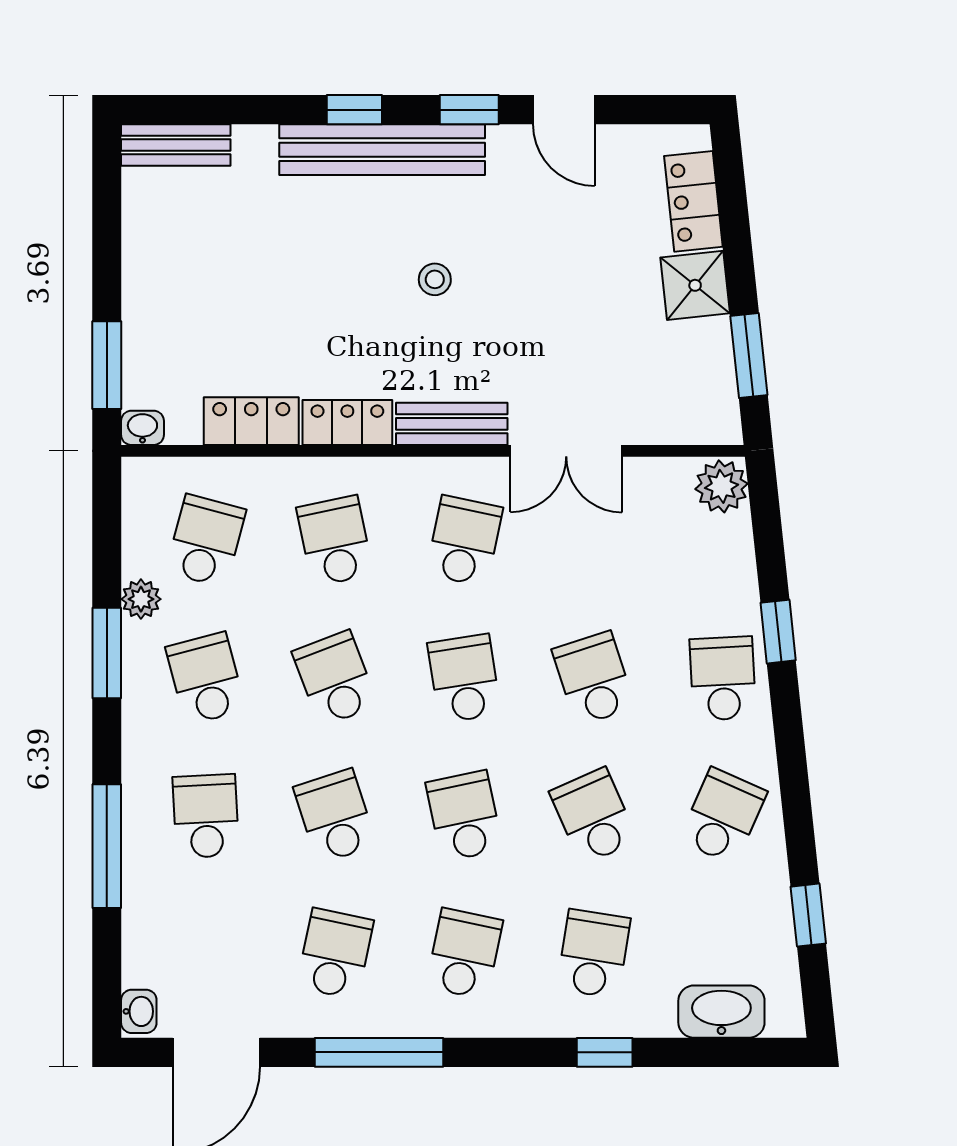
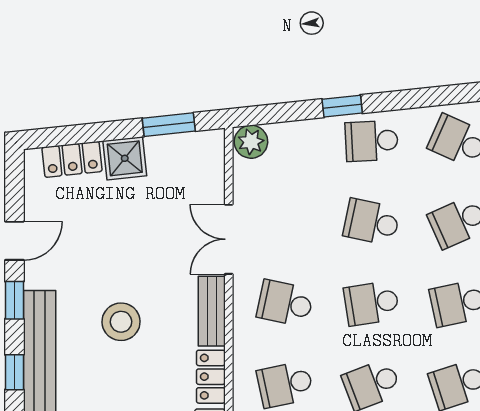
stool: (435, 279) -> (121, 322), width x1.89, depth x1.89
double door: (566, 451) -> (229, 239), swing flipped
school desk: (594, 678) -> (372, 222), turned 30

